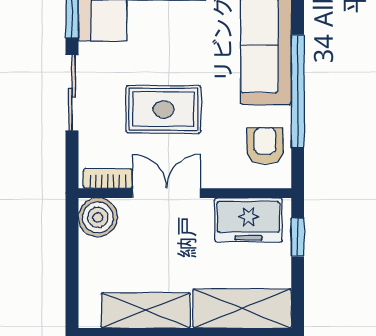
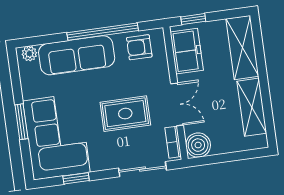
sliding door: (72, 93) -> (143, 169), moved
rug: (163, 109) -> (125, 114), turned 90
double door: (166, 193) -> (177, 104), swing flipped

